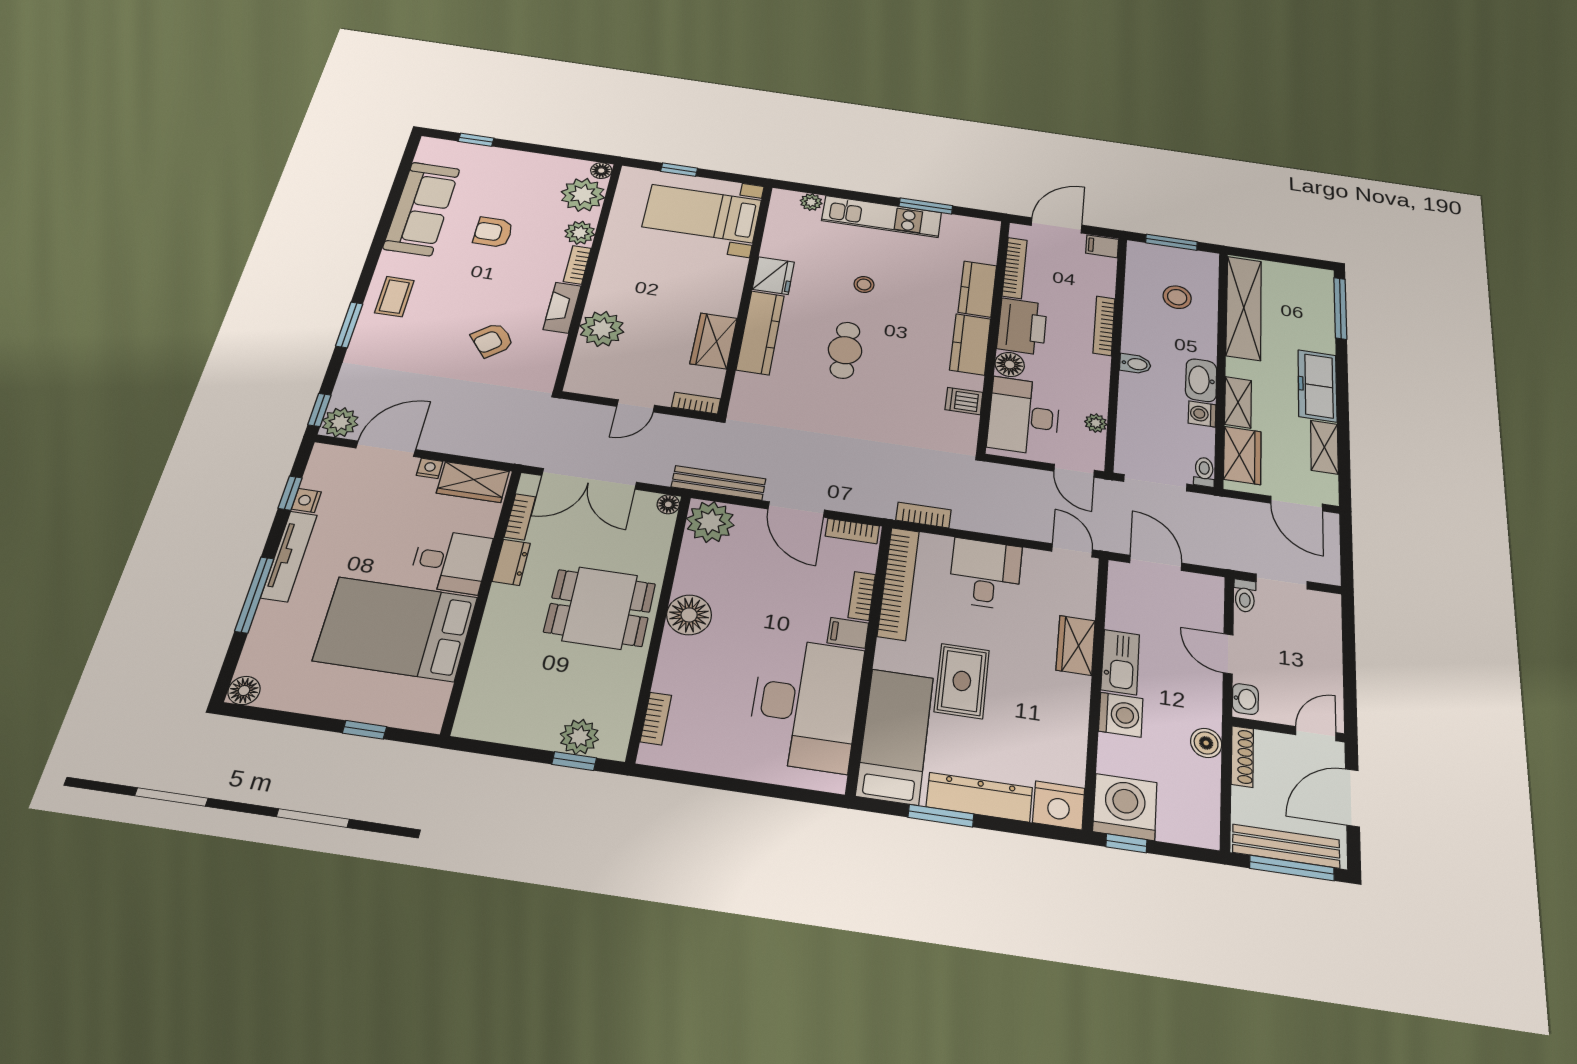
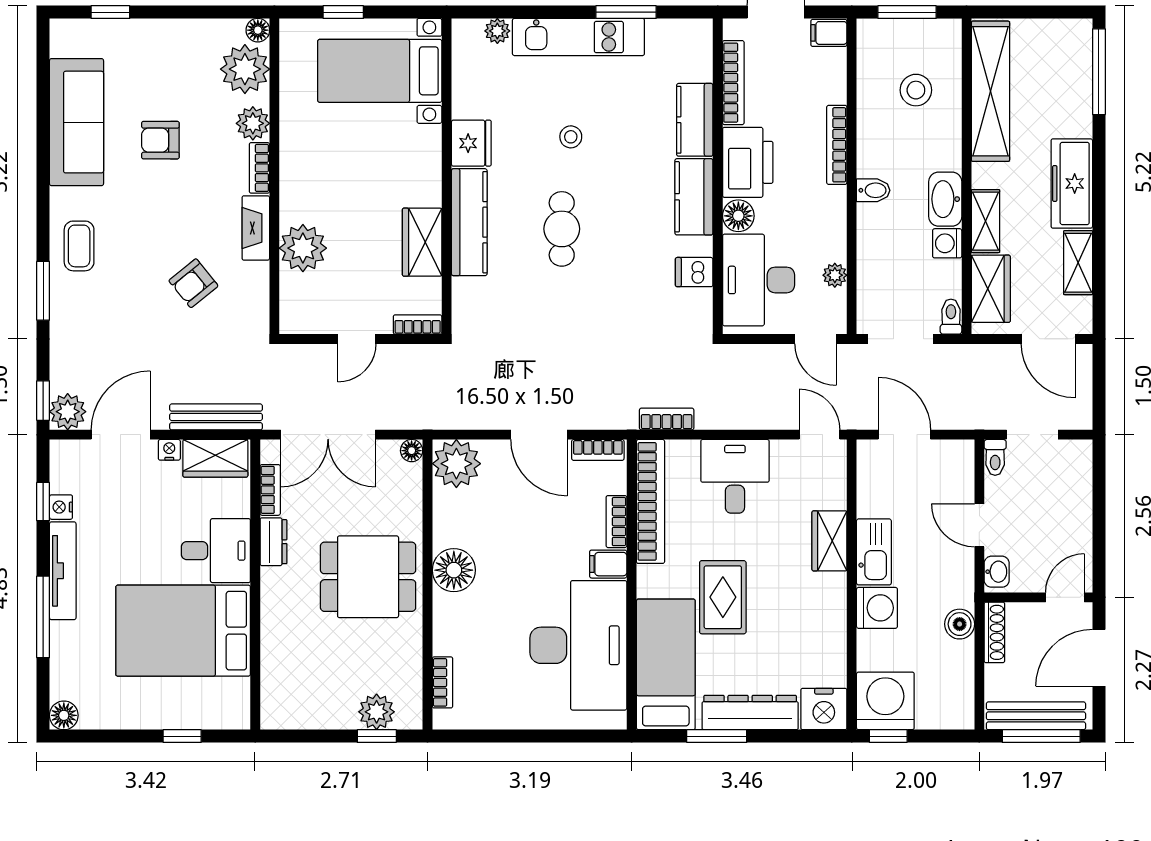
bench: (719, 483) -> (216, 417), moved

